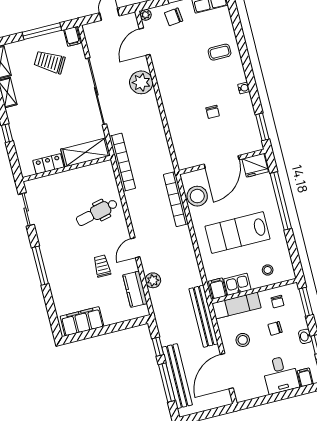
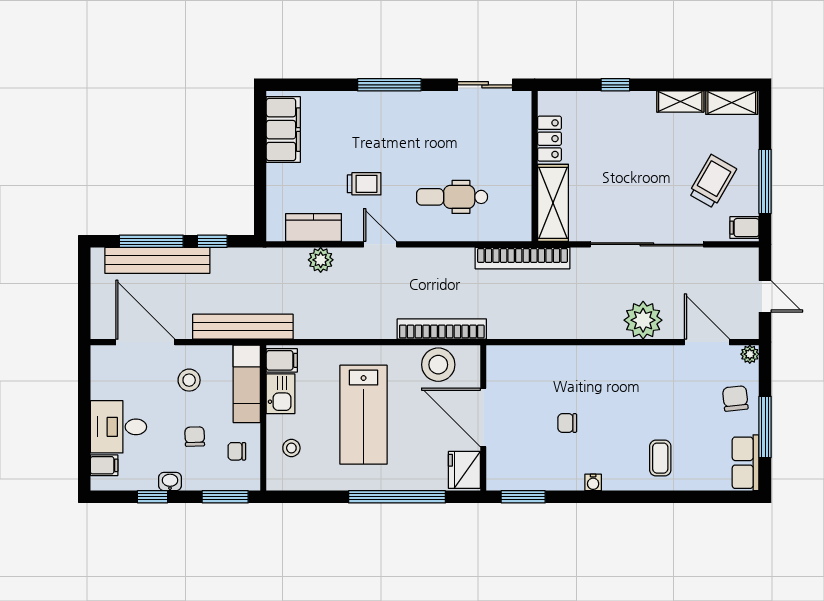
dental chair: (97, 212) -> (452, 197), turned -77
lab bench: (238, 233) -> (364, 415), turned 180

